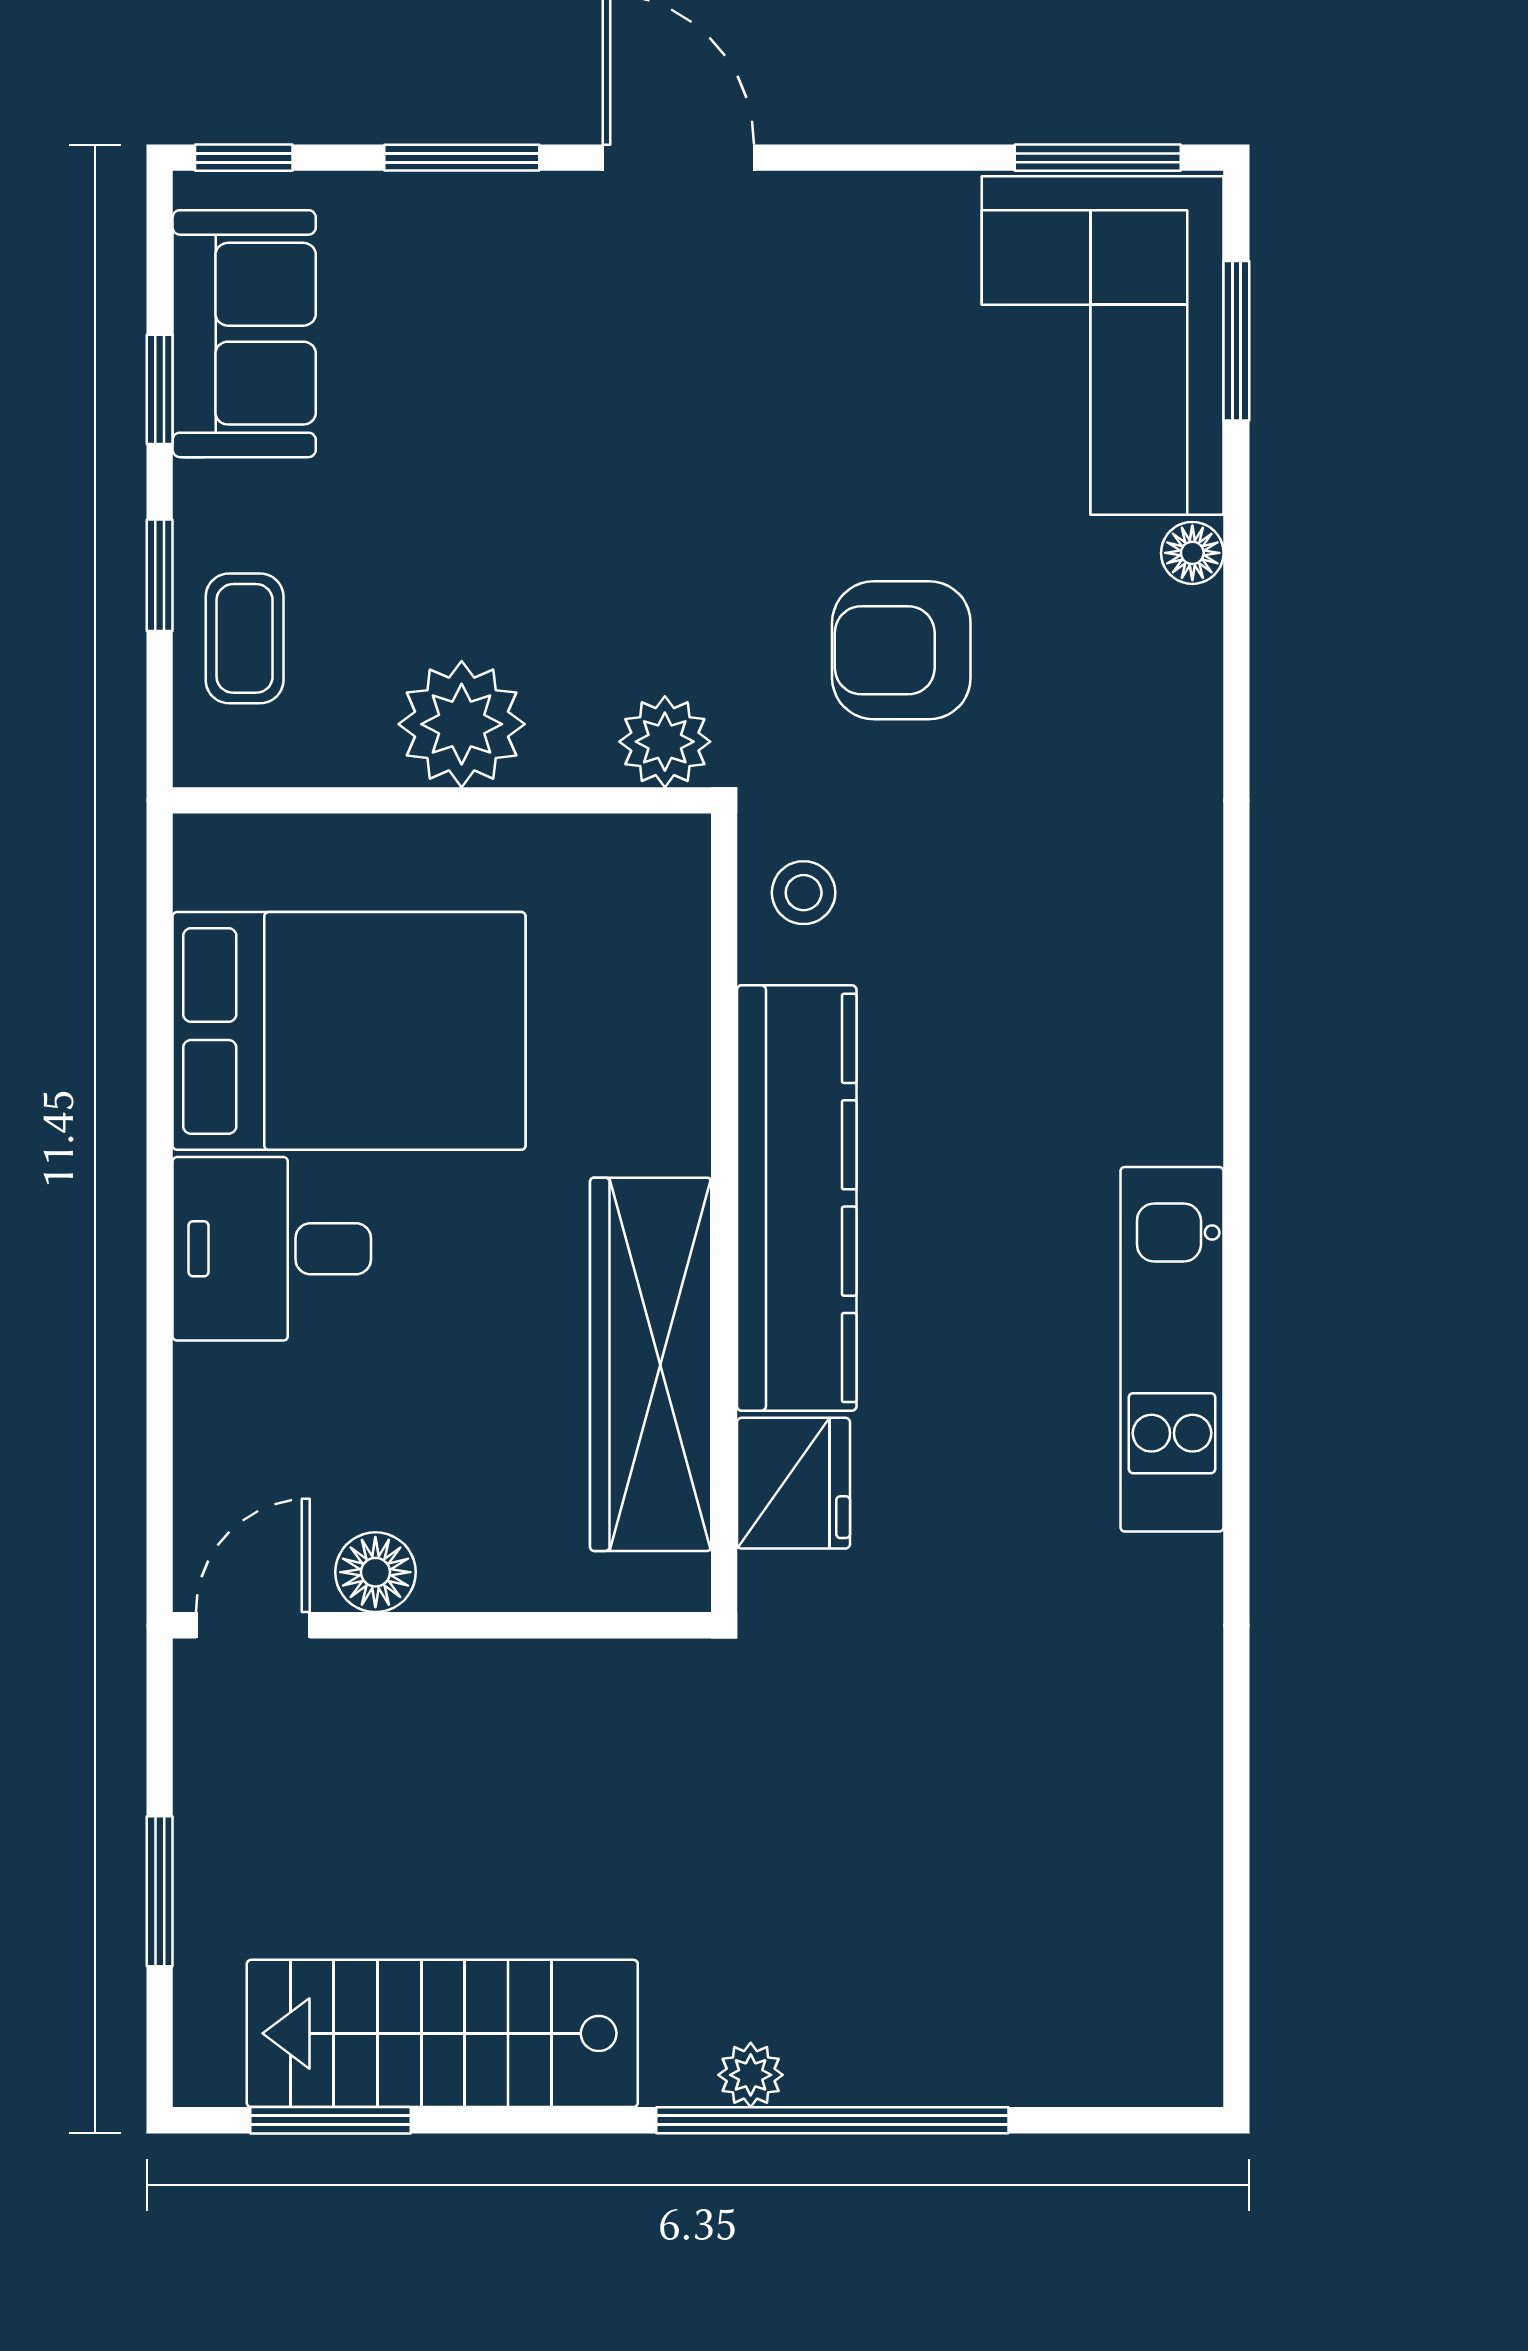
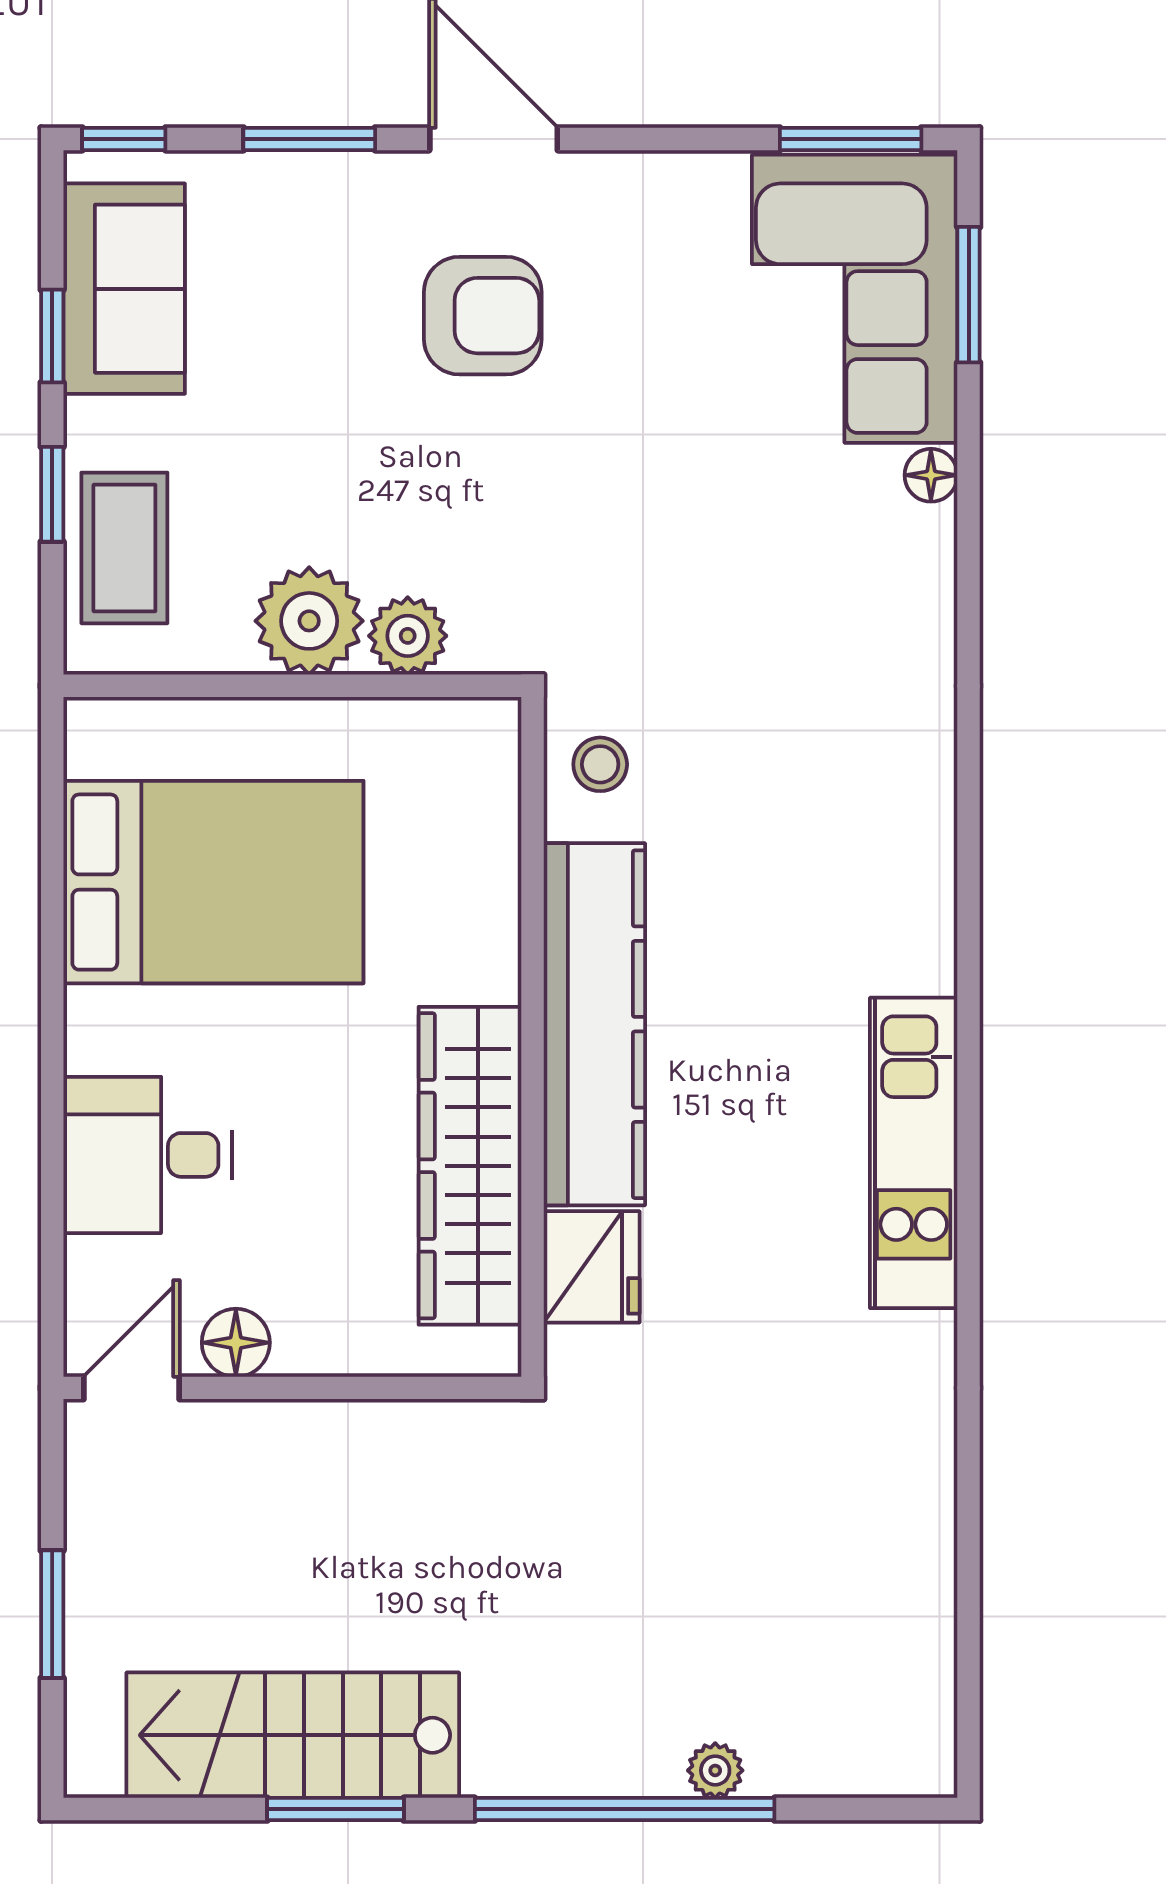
coffee table: (245, 638) -> (124, 548), width x1.36, depth x1.30
armchair: (901, 650) -> (483, 316), moved, turned 180
plant: (665, 742) -> (408, 636), moved
desk: (272, 1249) -> (148, 1155), moved
plant: (751, 2075) -> (715, 1770), moved
window: (331, 2120) -> (336, 1809), moved

